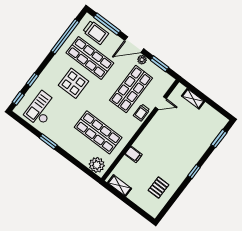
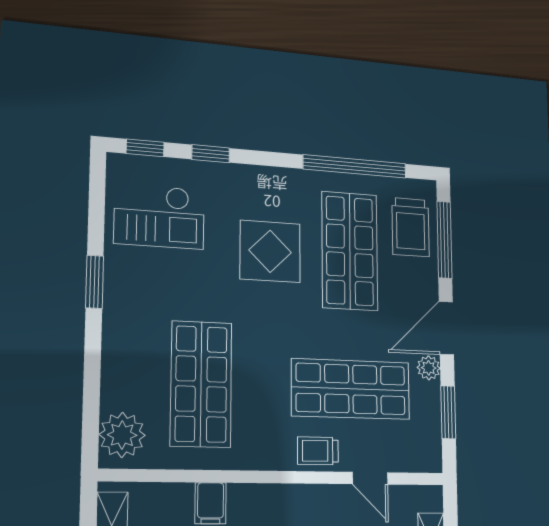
door: (134, 45) -> (446, 328), hinge flipped
checkout: (41, 109) -> (159, 216), turned 180

